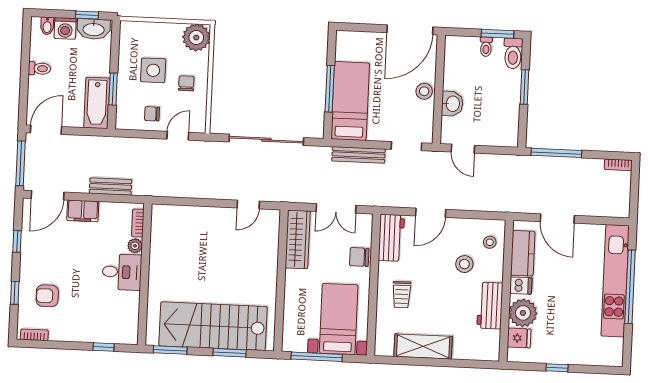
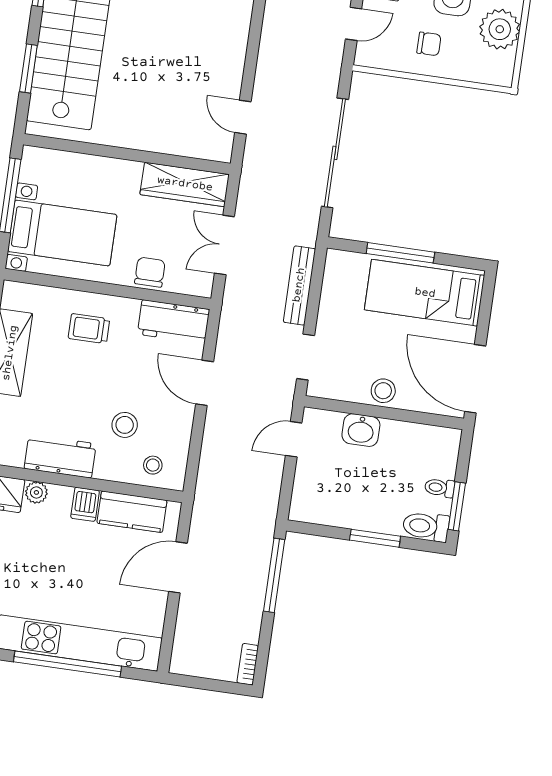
plant: (196, 38) -> (500, 29), moved
bed: (350, 101) -> (425, 293), moved, turned 180
door: (178, 136) -> (354, 24), hinge flipped
plant: (523, 313) -> (36, 492), width x0.53, depth x0.53

